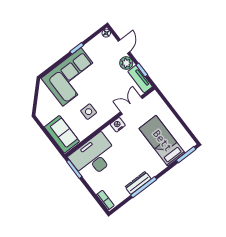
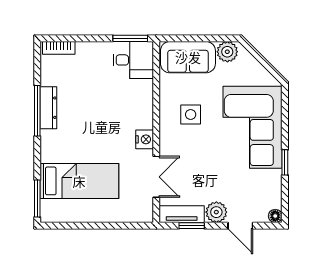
plant: (45, 117) -> (227, 52), added
desk: (94, 157) -> (133, 60), width x0.53, depth x0.77

